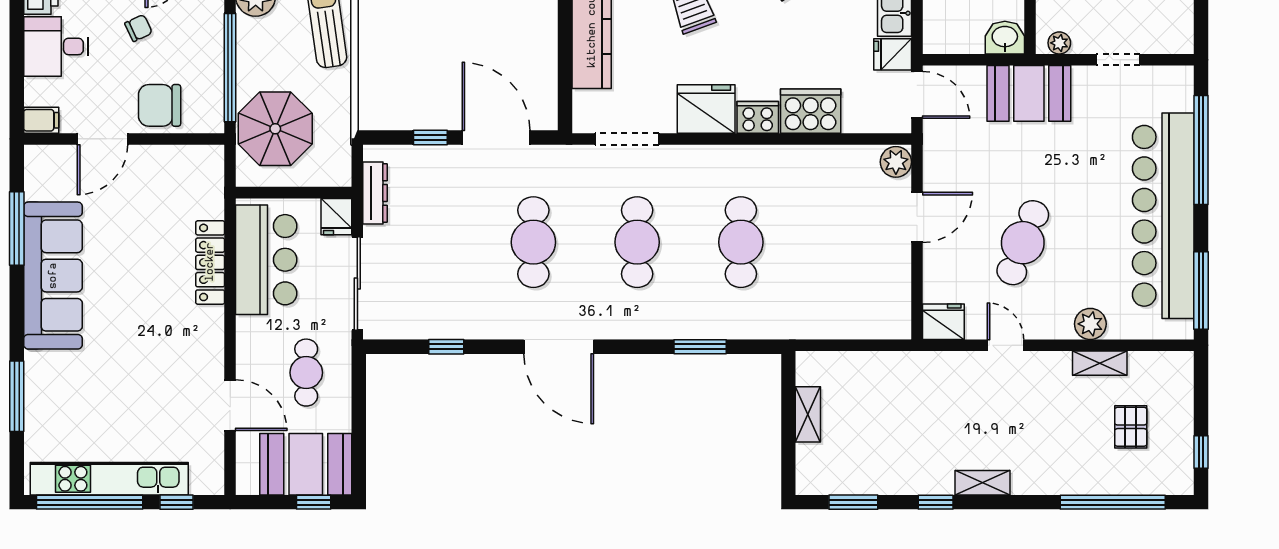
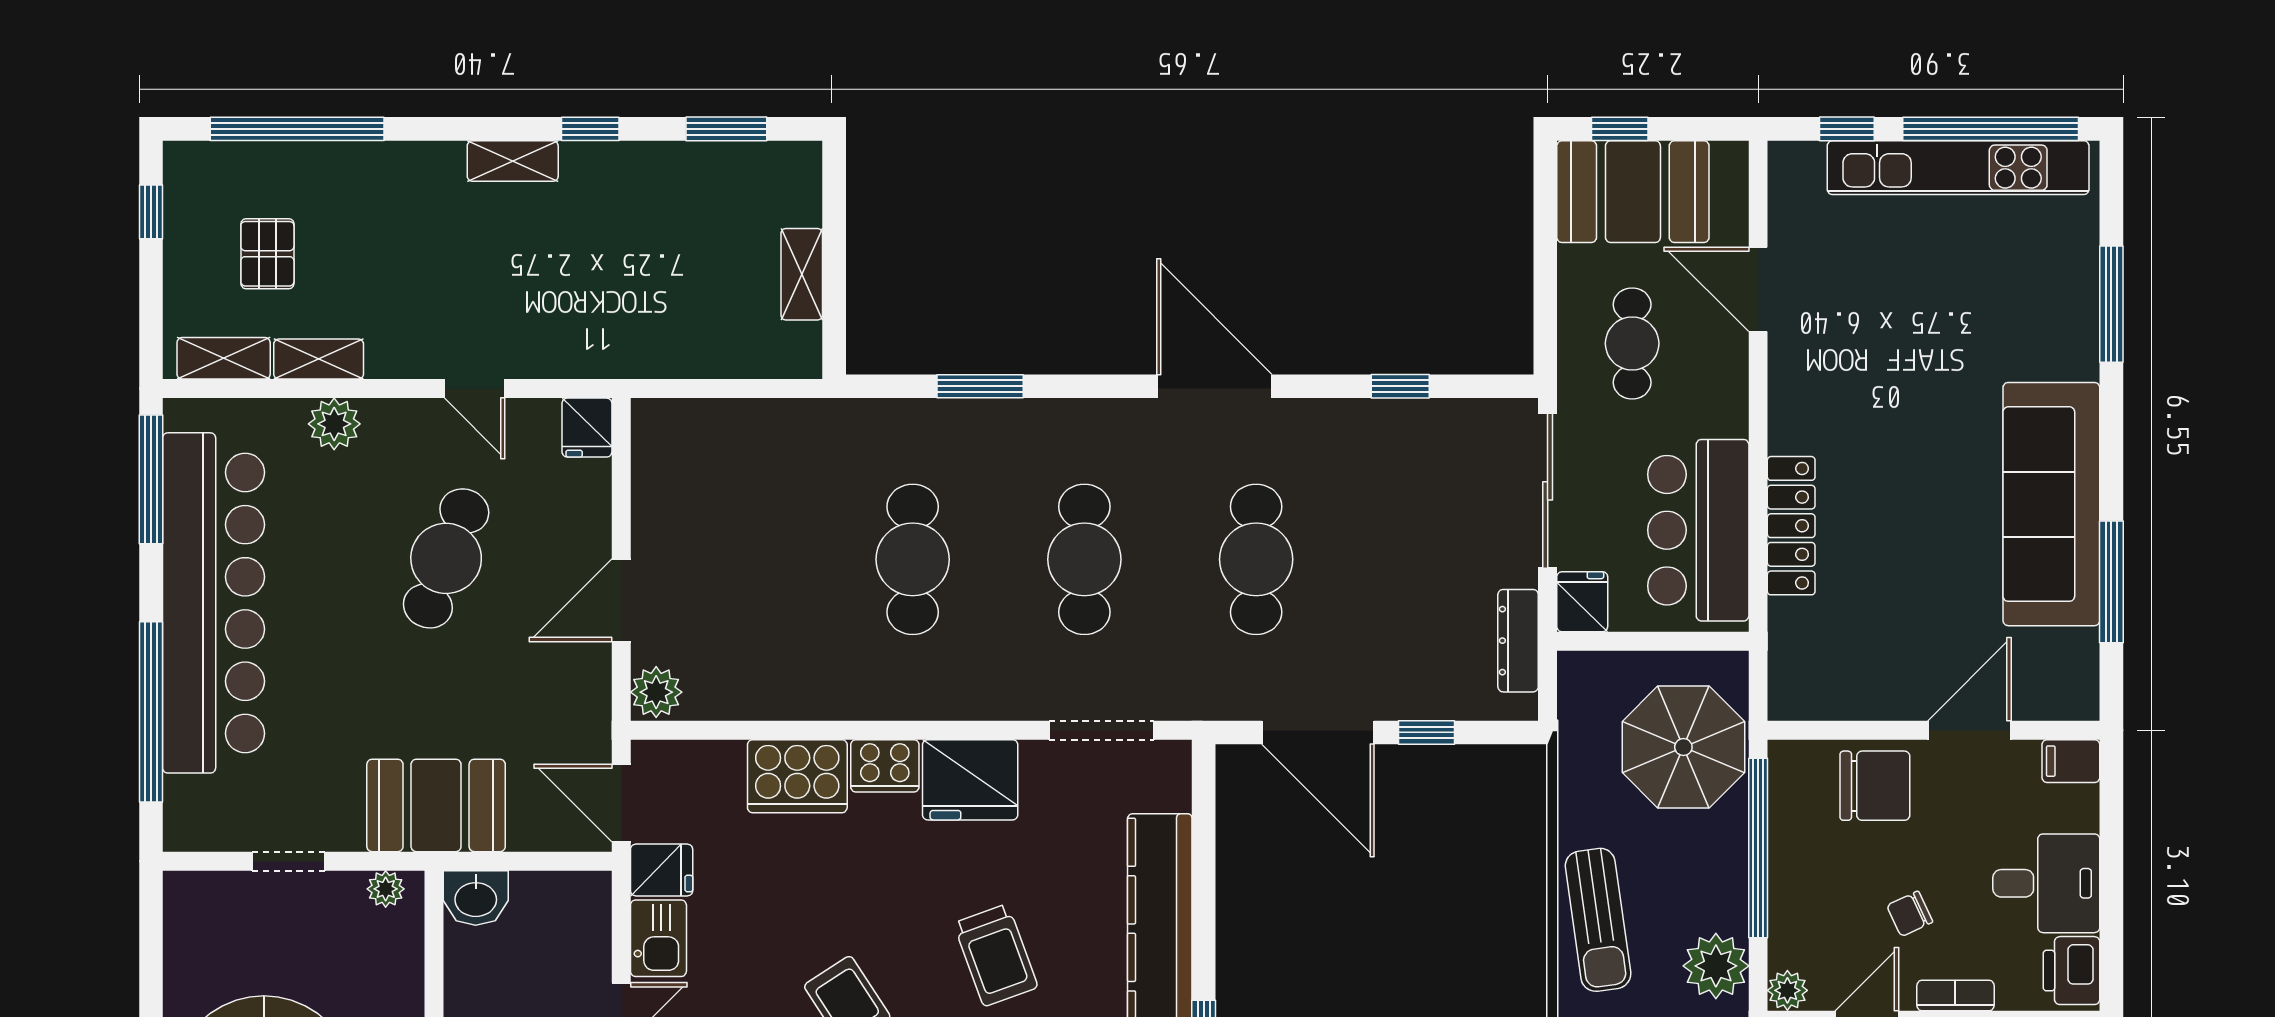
fridge: (943, 322) -> (587, 428), width x0.72
shelving: (1157, 364) -> (224, 358), added

